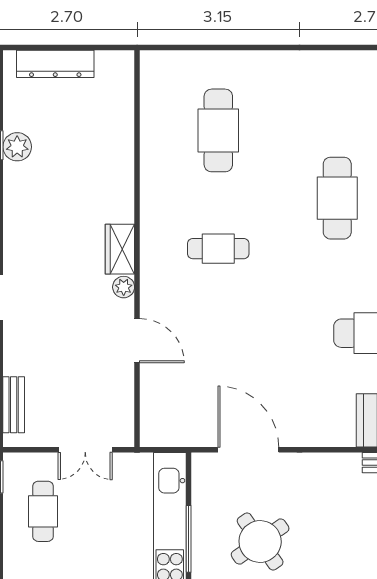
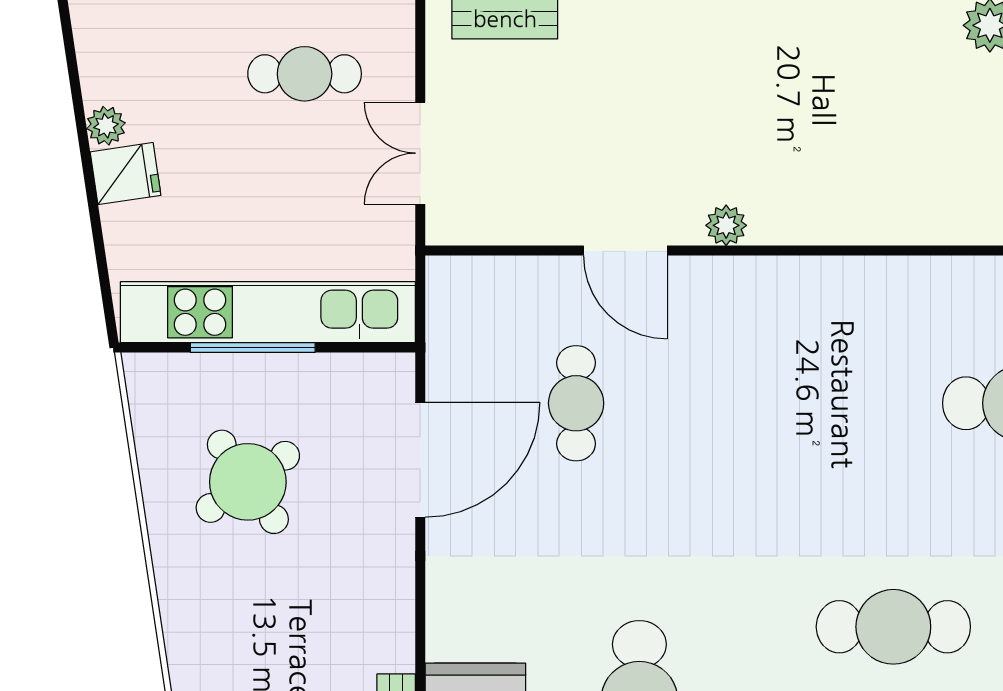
wardrobe: (120, 249) -> (798, 218), removed
cafe table: (218, 249) -> (576, 403), moved
door: (137, 341) -> (625, 251), hinge flipped

